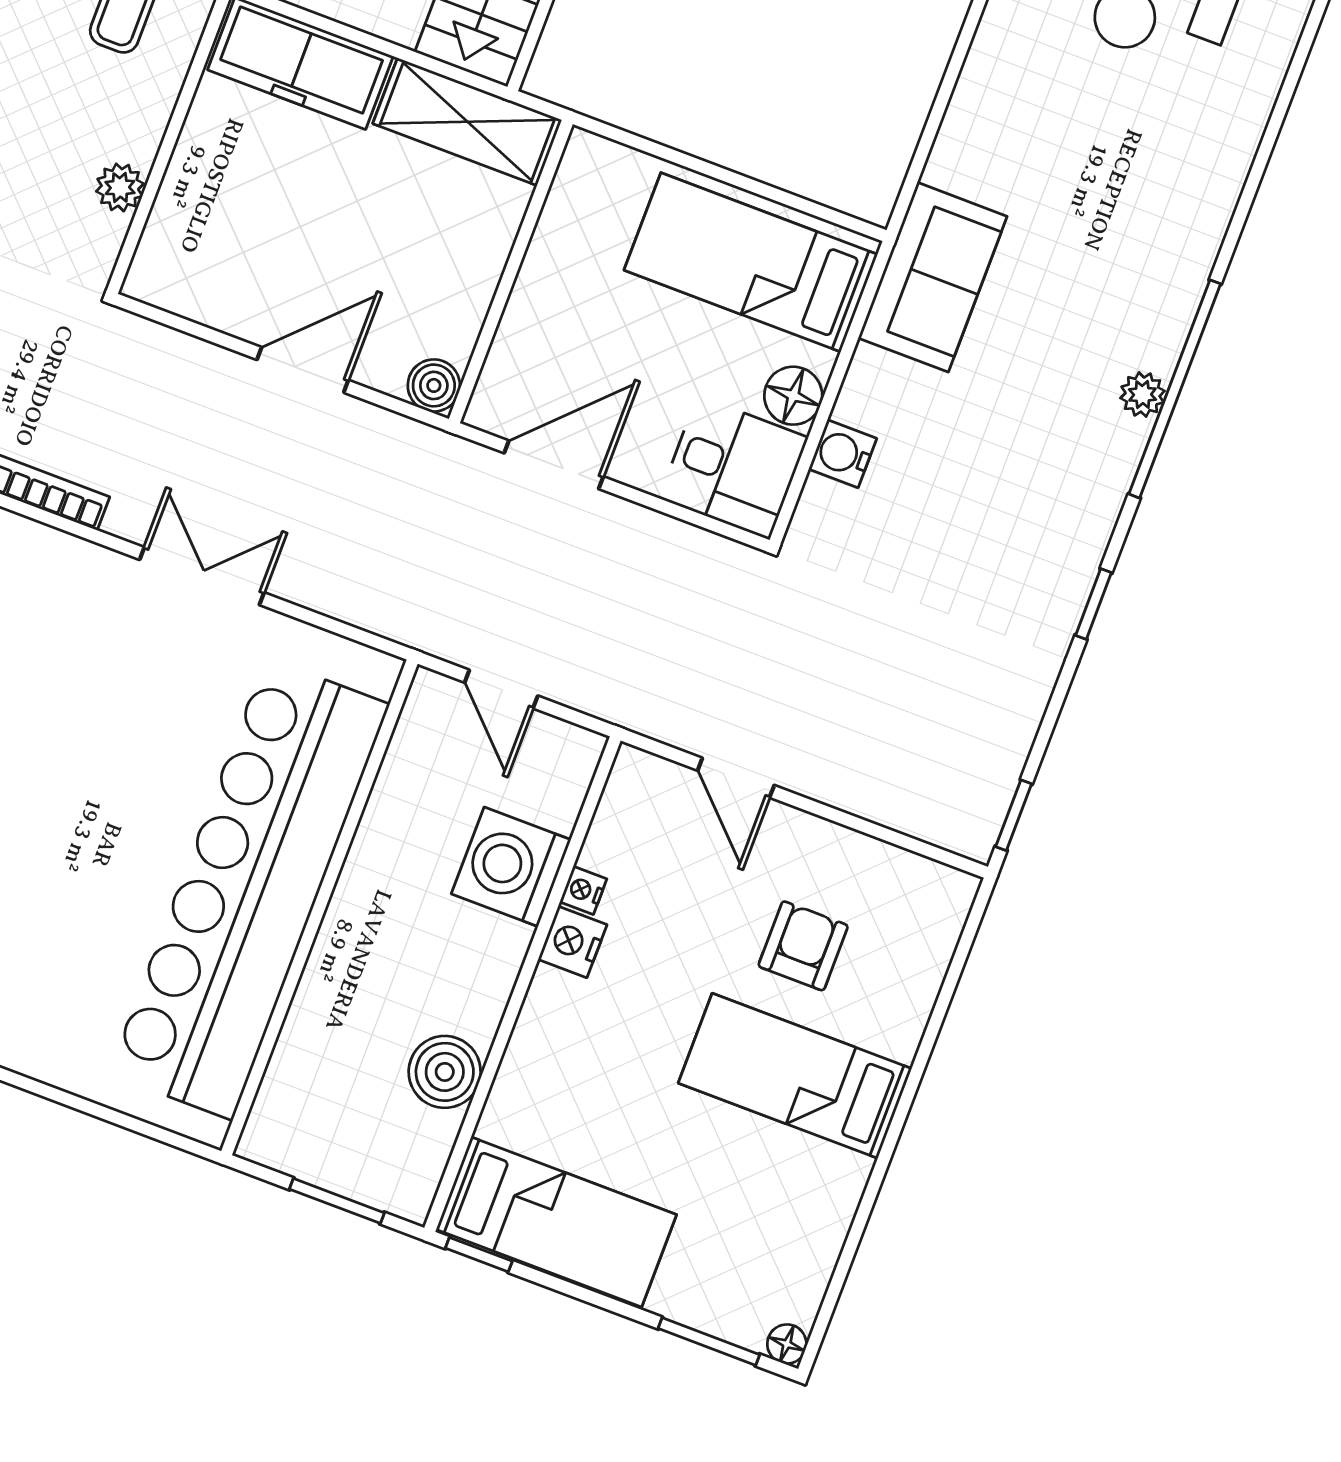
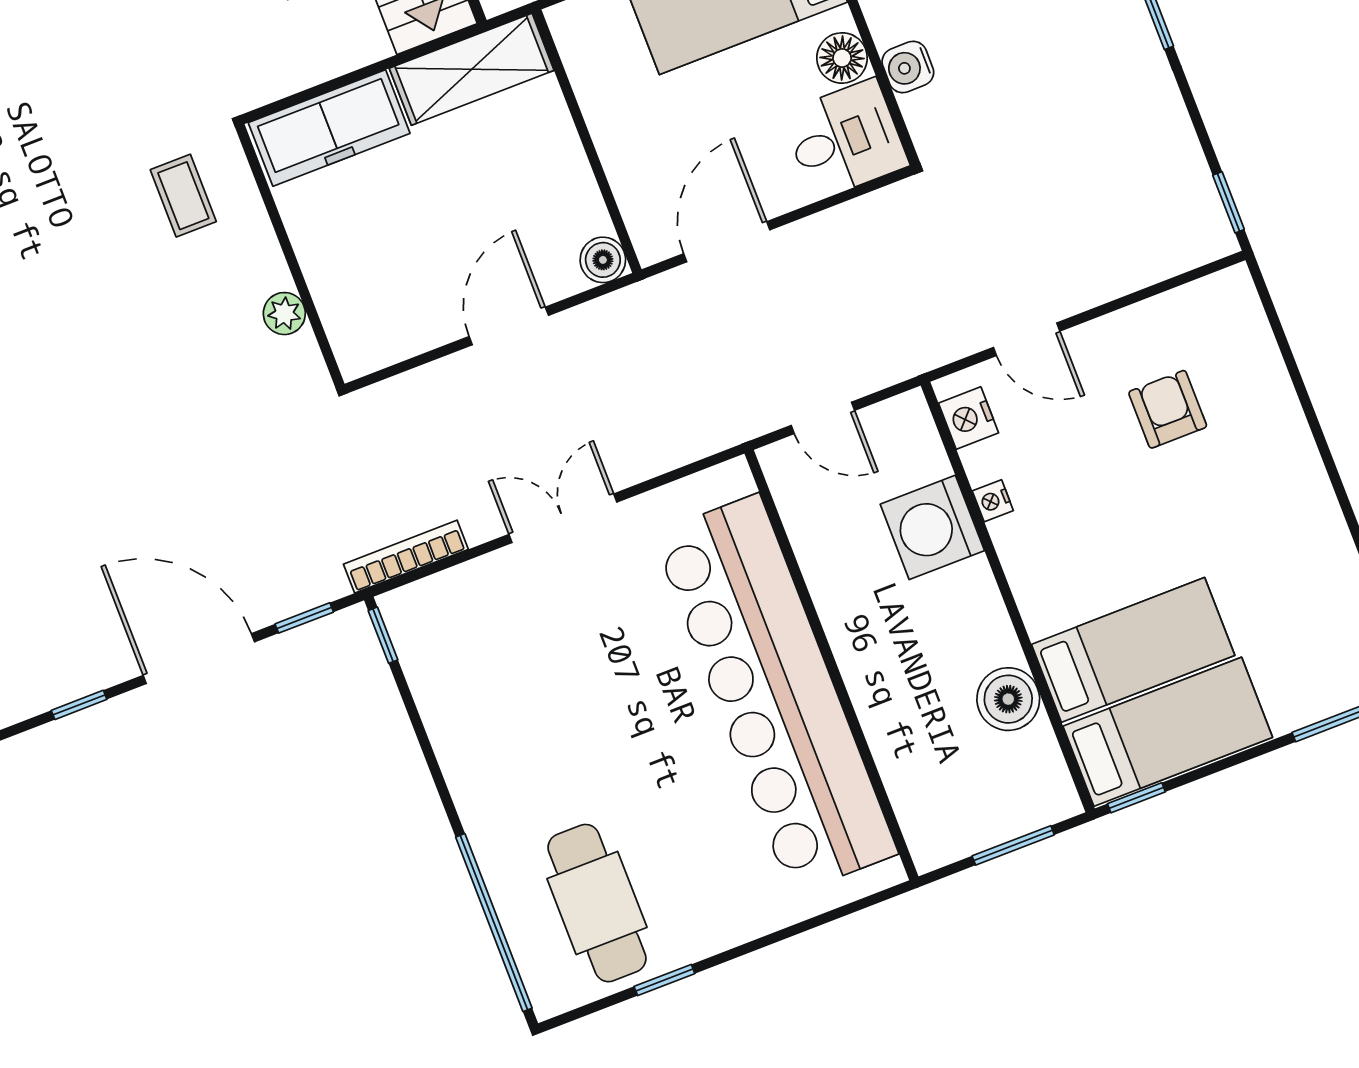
nightstand: (573, 942) -> (969, 418), moved
bed: (795, 1076) -> (1133, 650), moved, turned 180

